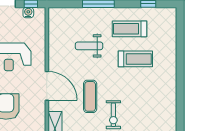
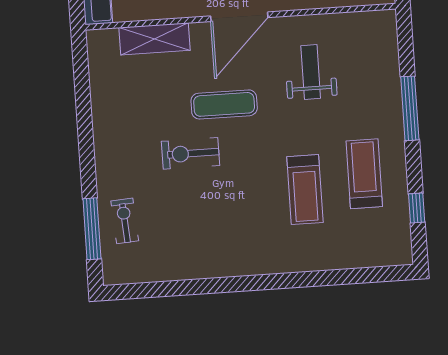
weight bench: (89, 46) -> (311, 72), moved

